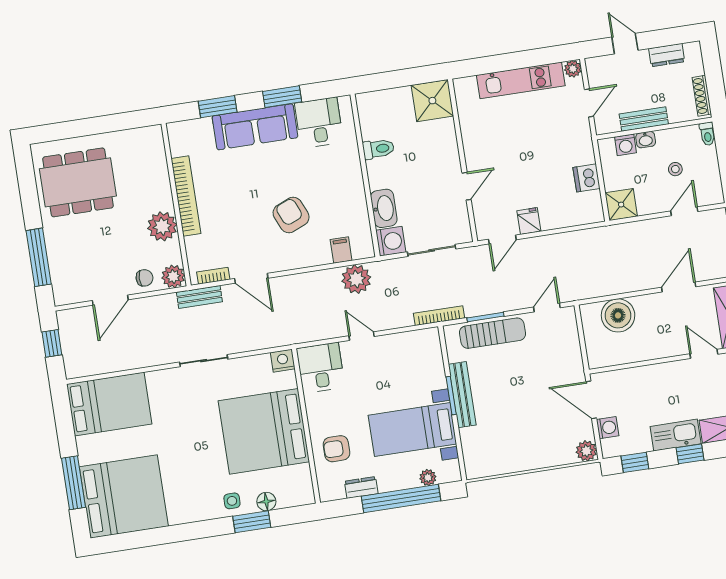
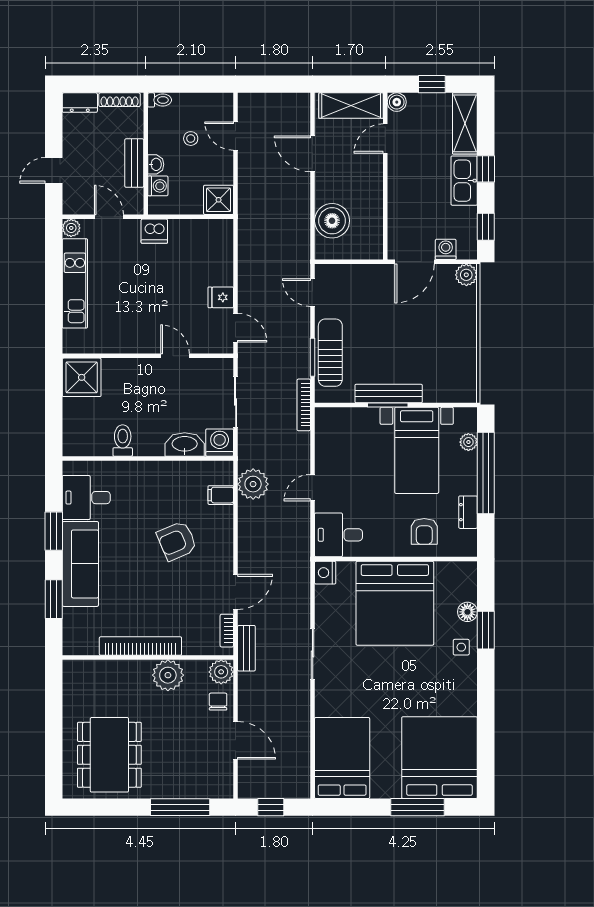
dresser: (667, 55) -> (80, 103), moved, turned 90
dishwasher: (587, 178) -> (154, 231), moved

